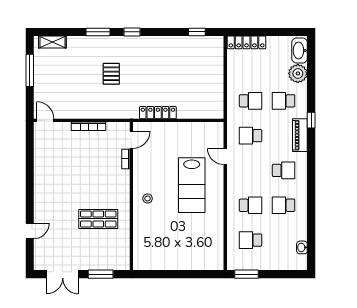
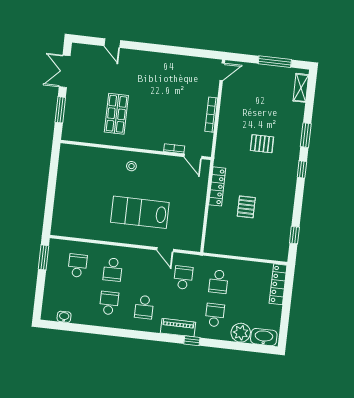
pallet: (175, 82) -> (246, 207), added
door: (225, 156) -> (165, 250), swing flipped

